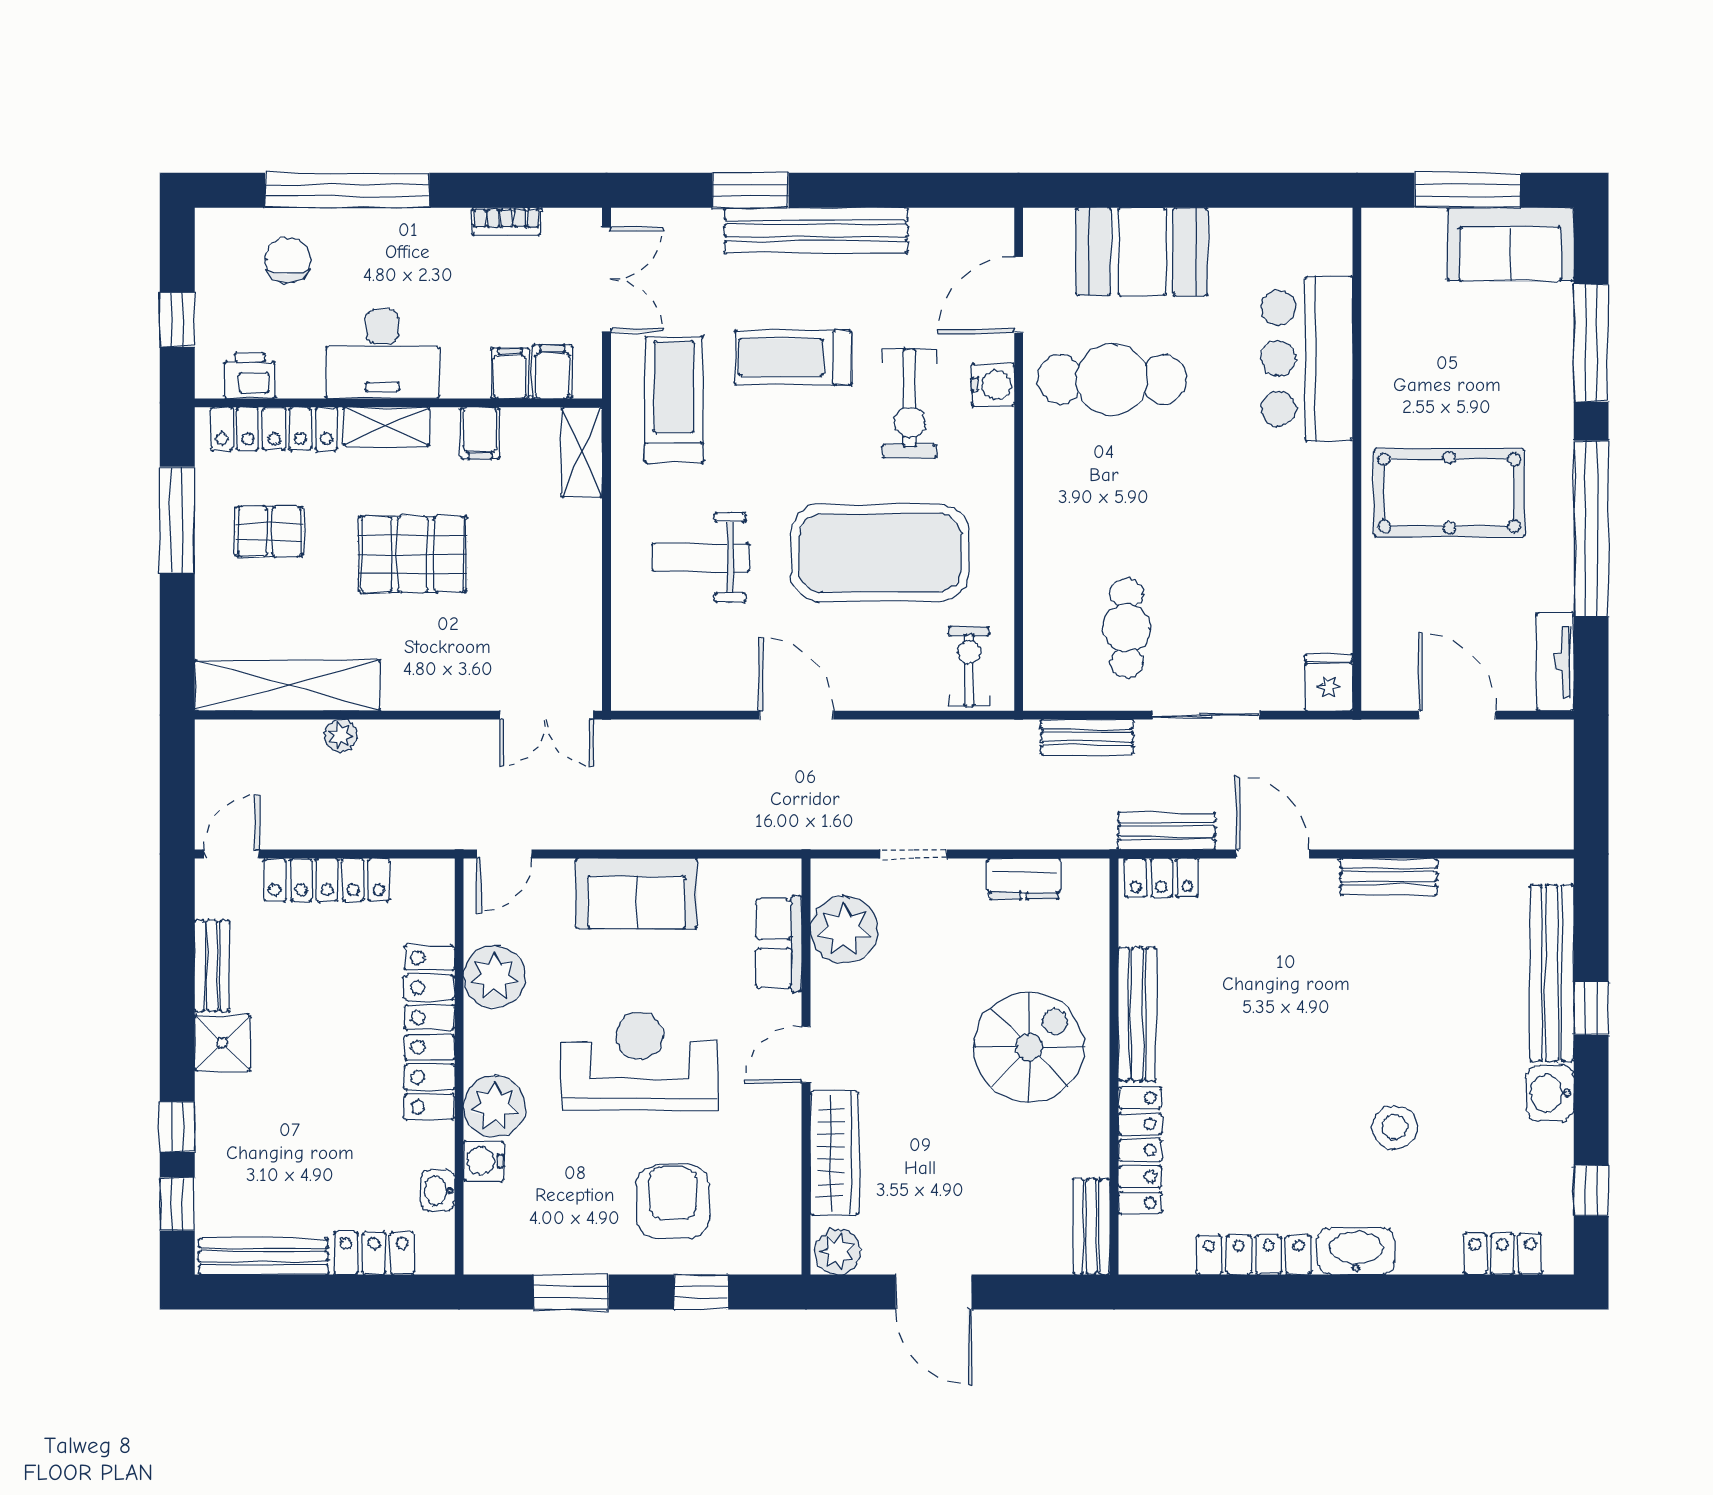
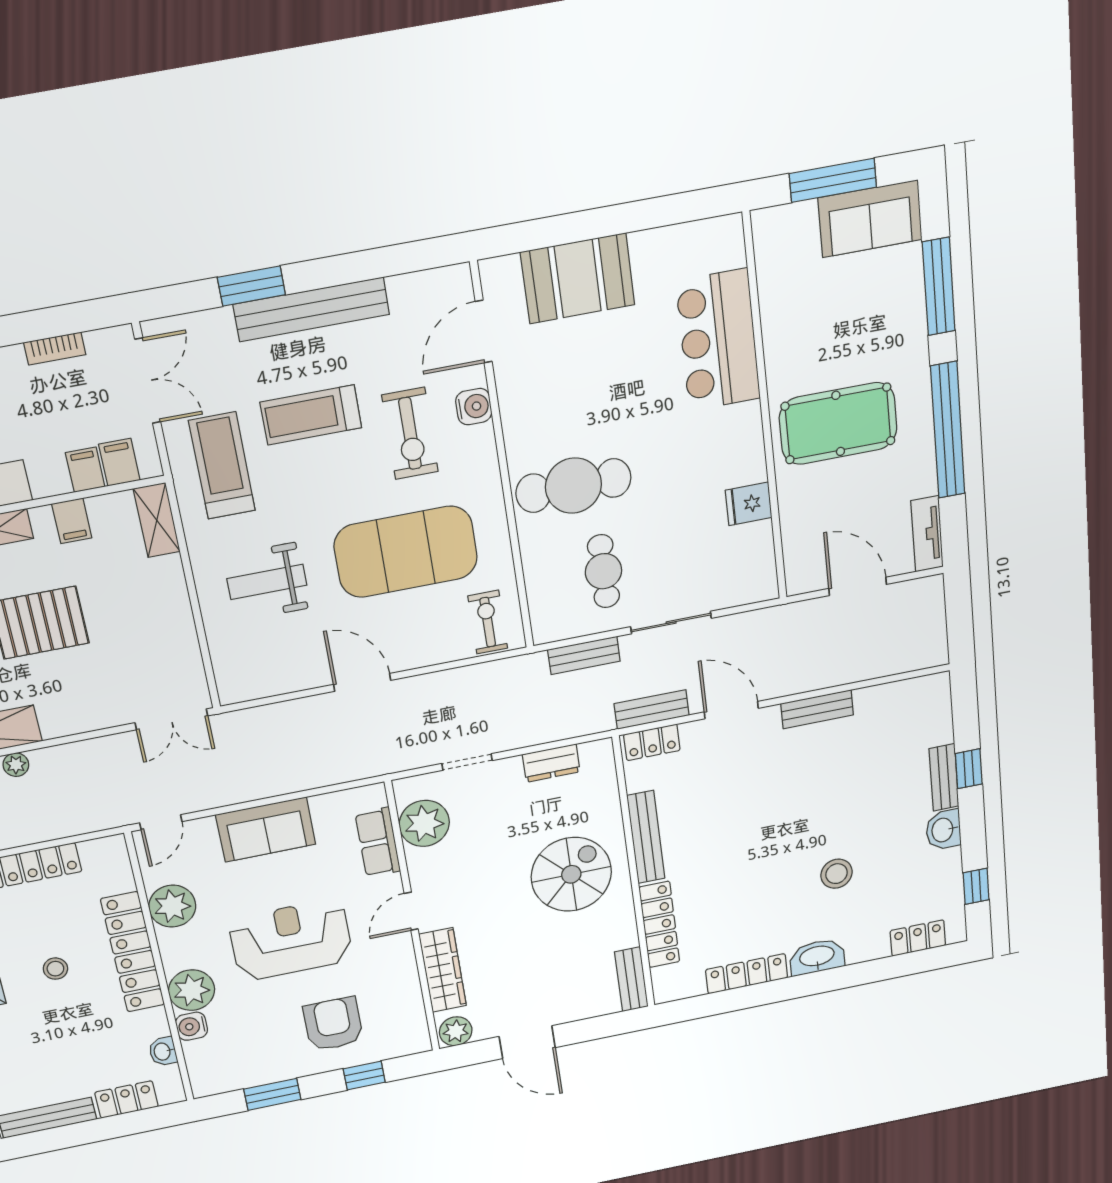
cafe table: (1112, 379) -> (573, 486), moved
fridge: (1329, 682) -> (749, 504), moved, turned -90
bench: (1552, 973) -> (944, 777), width x0.54, depth x0.82
stool: (325, 1034) -> (55, 969), added

